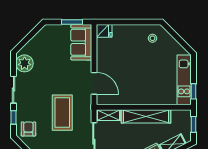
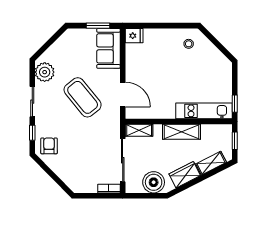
kitchen unit: (184, 80) -> (204, 111), moved, turned 90
coffee table: (62, 113) -> (83, 97), moved, turned -39
shelving: (146, 116) -> (181, 132), width x0.68

